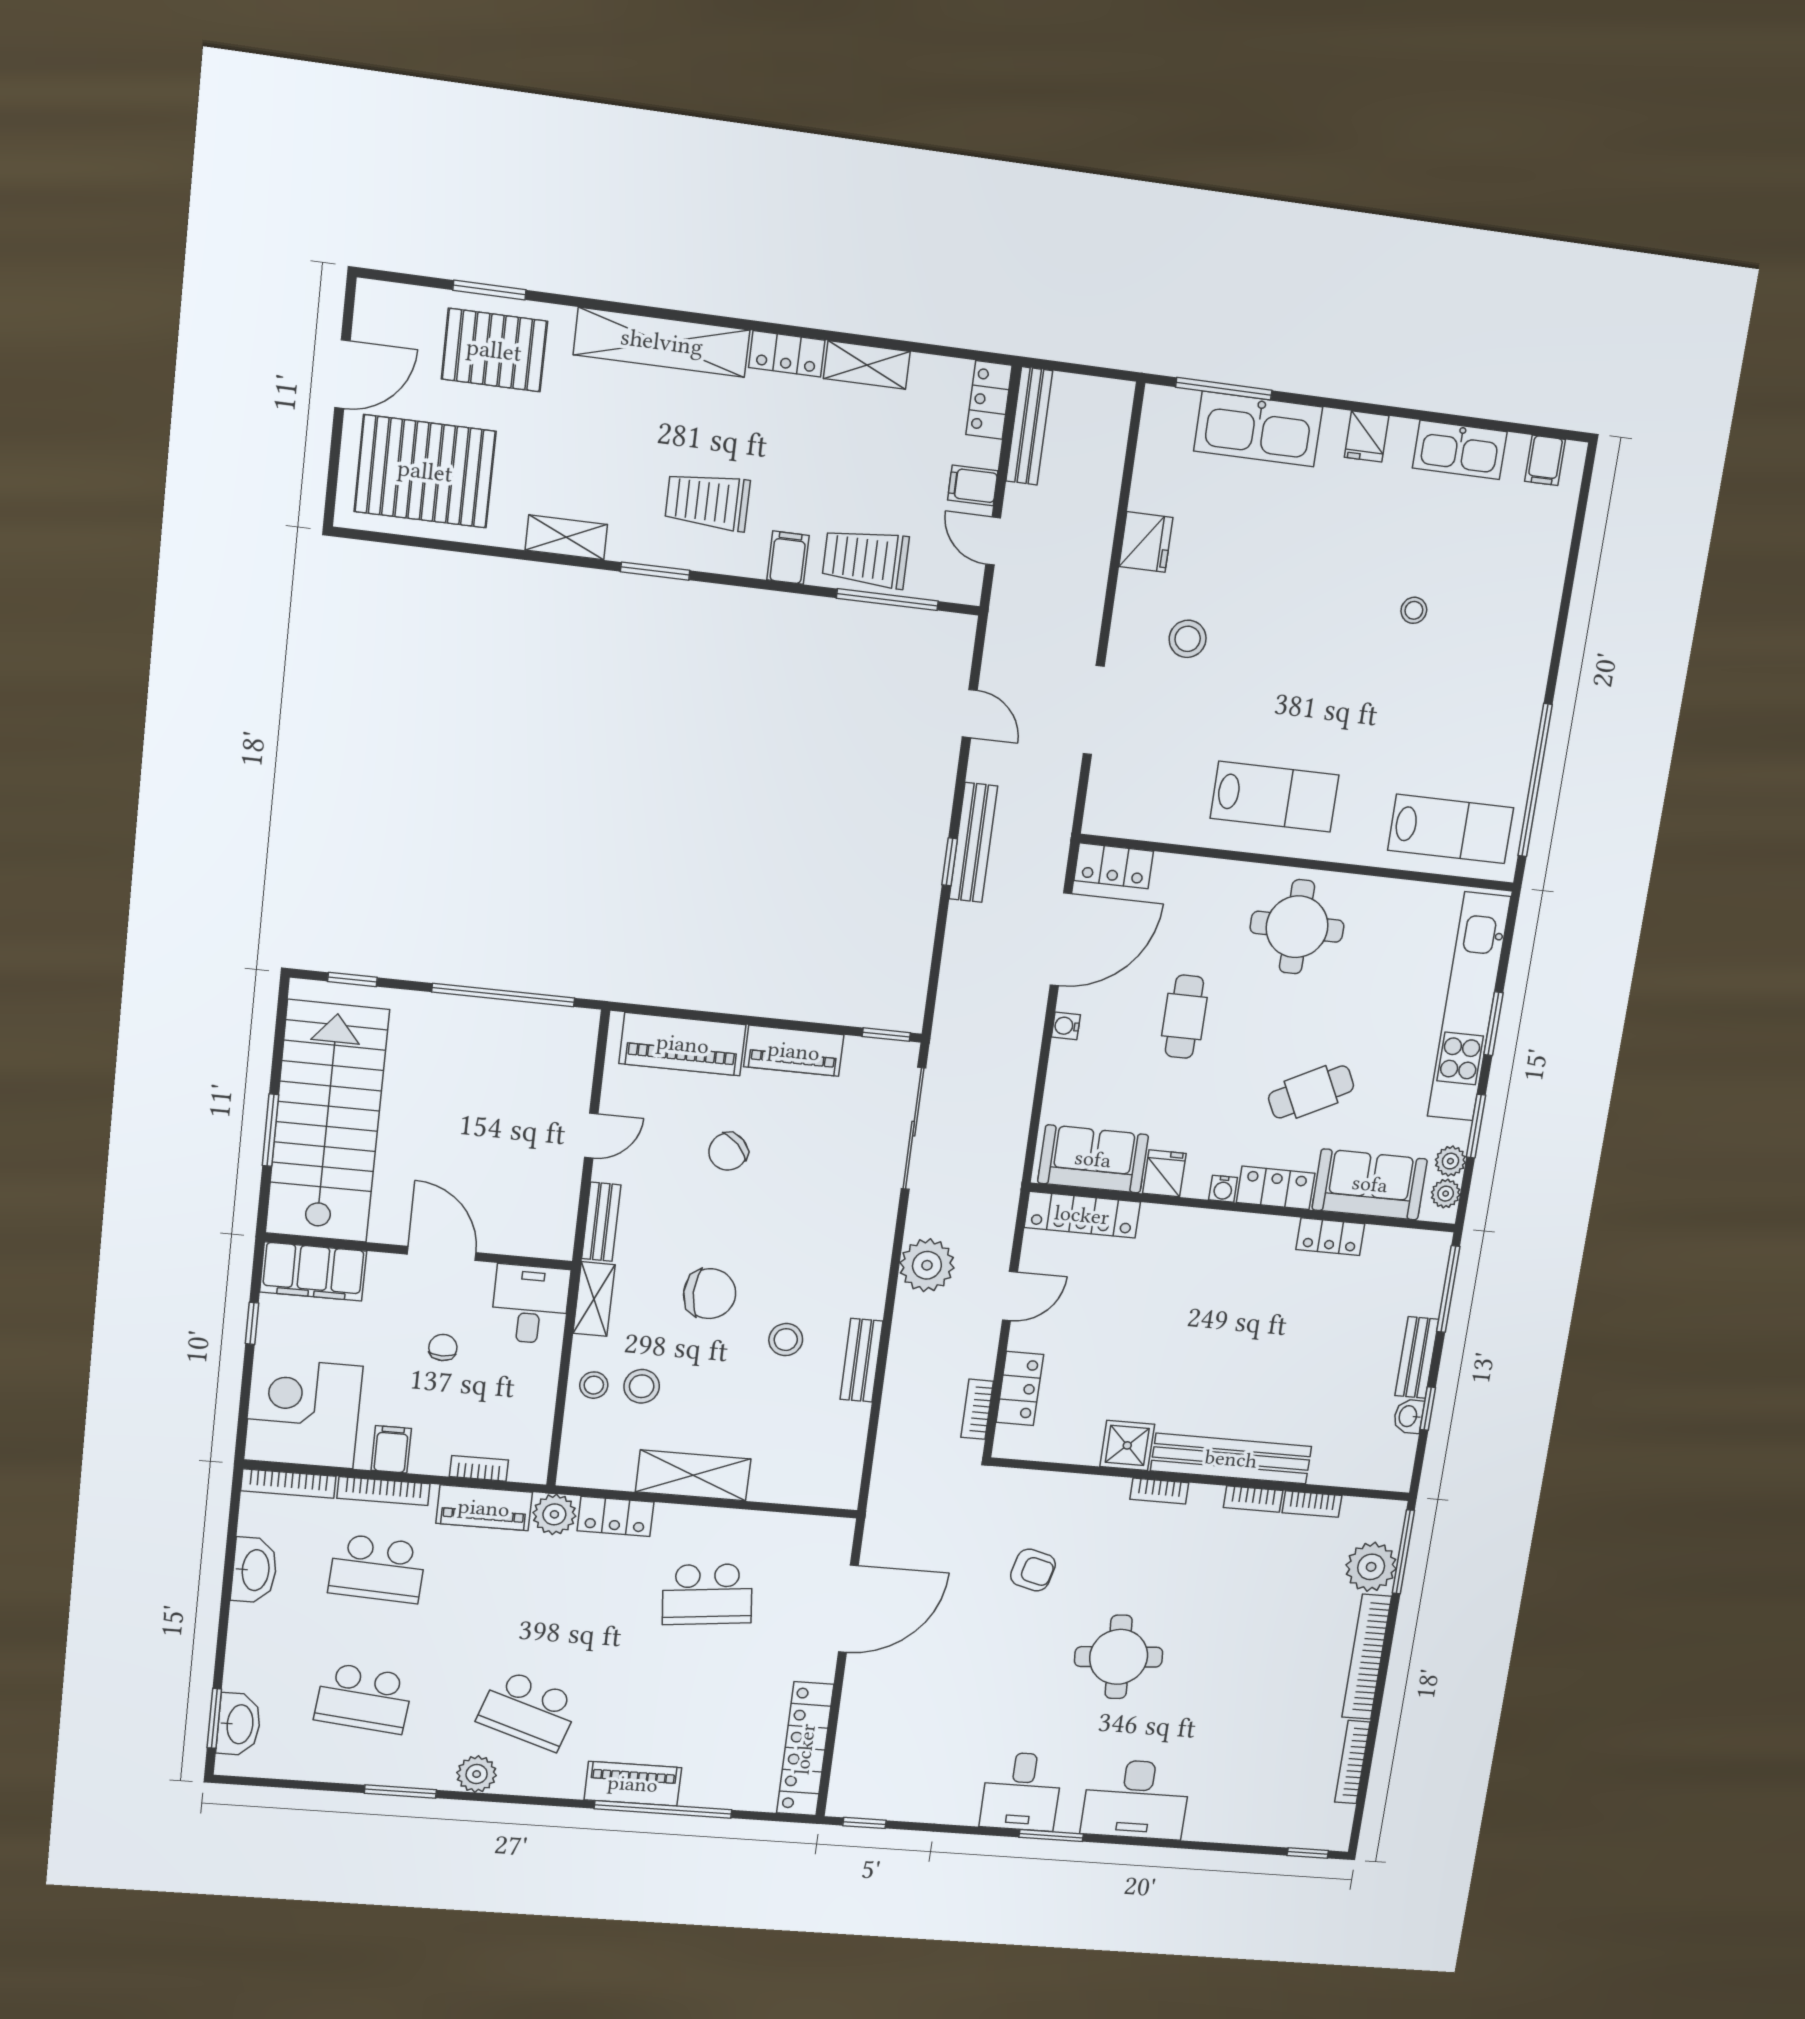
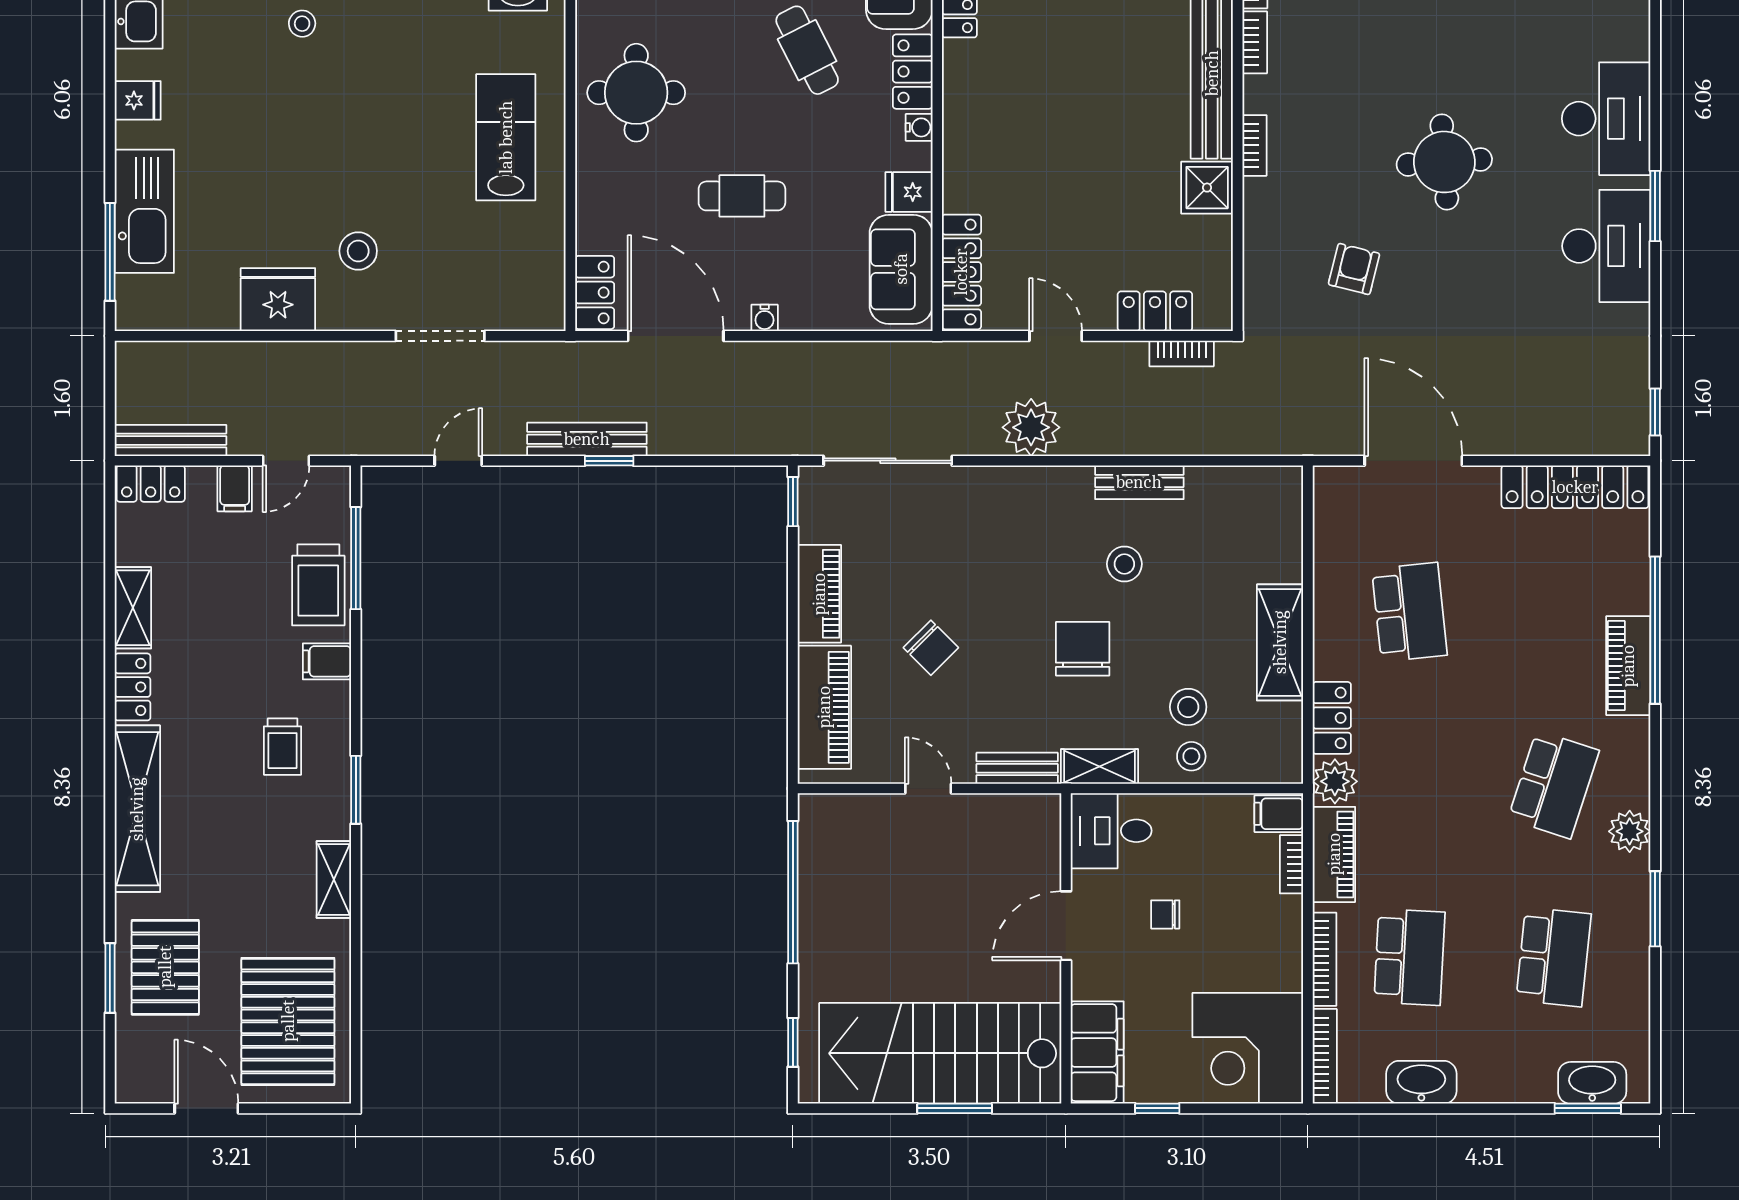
trolley: (708, 501) -> (282, 747), width x0.73, depth x0.72
fridge: (1146, 542) -> (278, 300), width x1.36, depth x1.34
filing cabinet: (391, 1449) -> (1279, 814), moved
desk: (1021, 1791) -> (1606, 246), width x1.37

